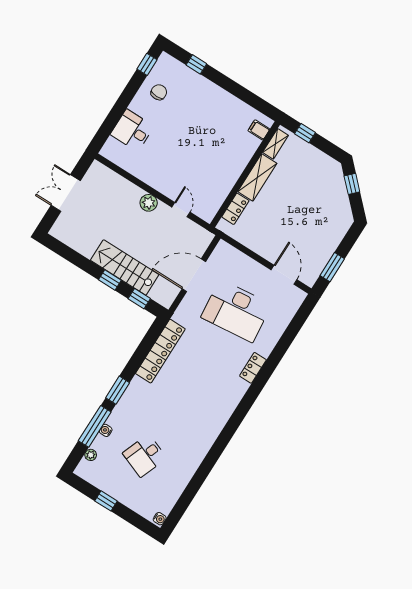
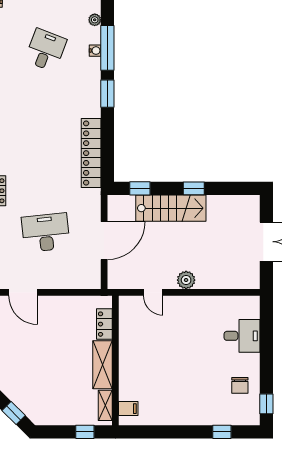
window: (110, 280) -> (194, 188), moved
desk: (236, 311) -> (46, 233), width x0.73, depth x0.77

